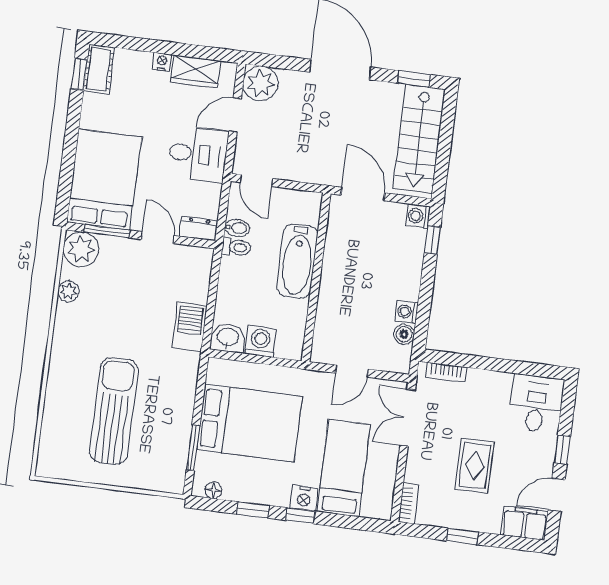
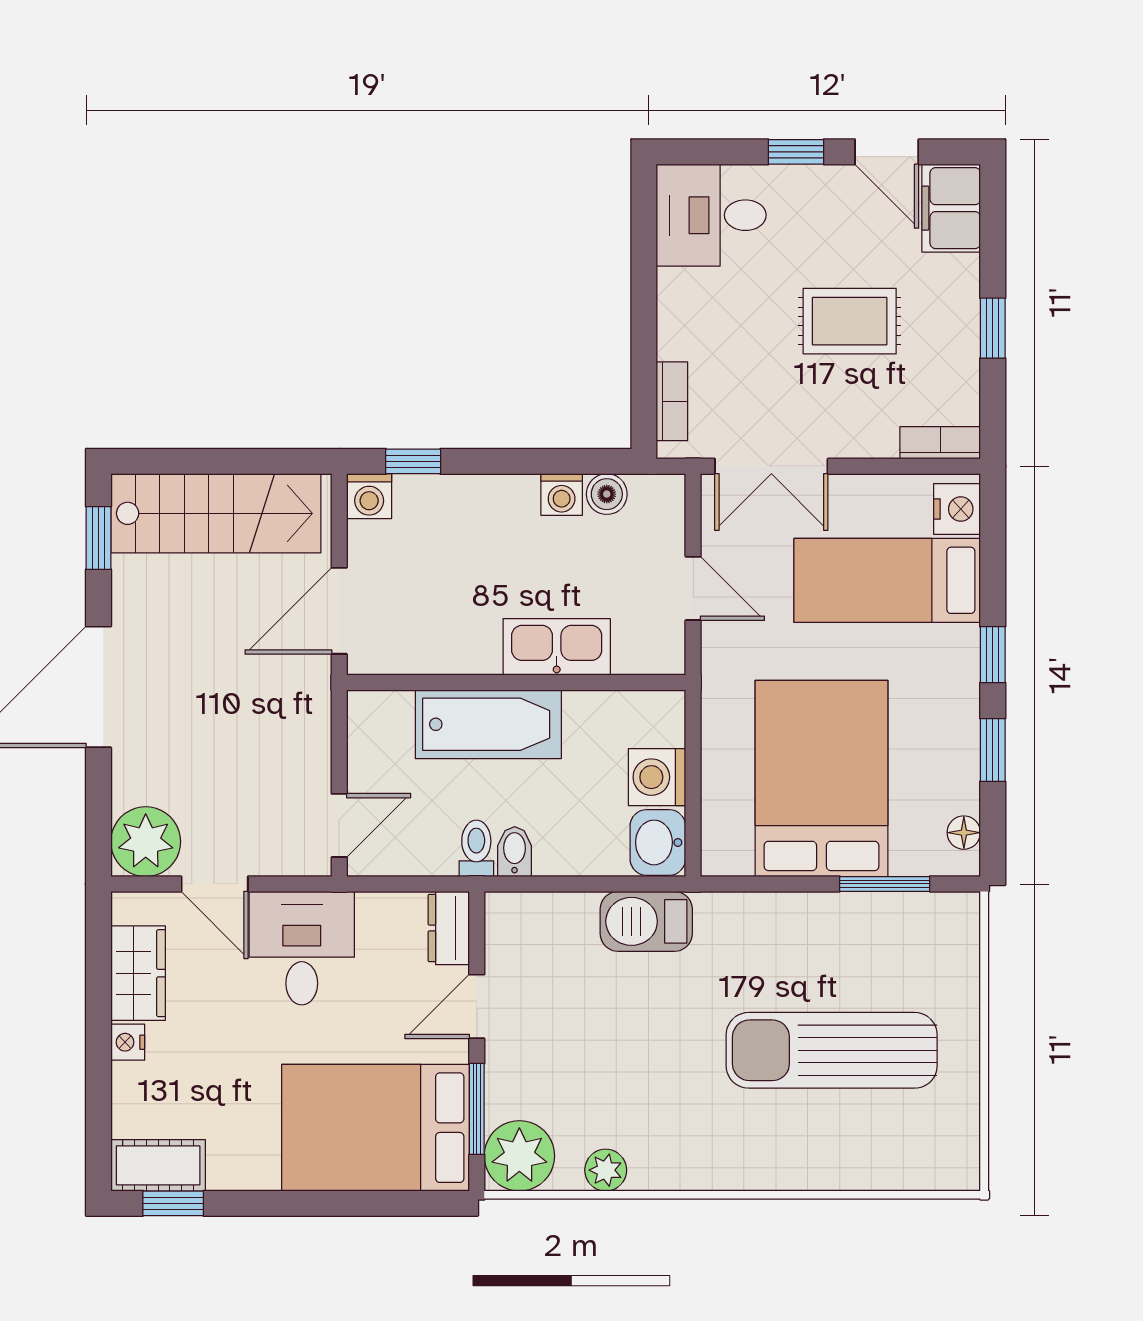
bidet: (237, 228) -> (515, 852), moved
kitchen sink: (331, 300) -> (557, 647), added
nightstand: (304, 498) -> (957, 509), moved

